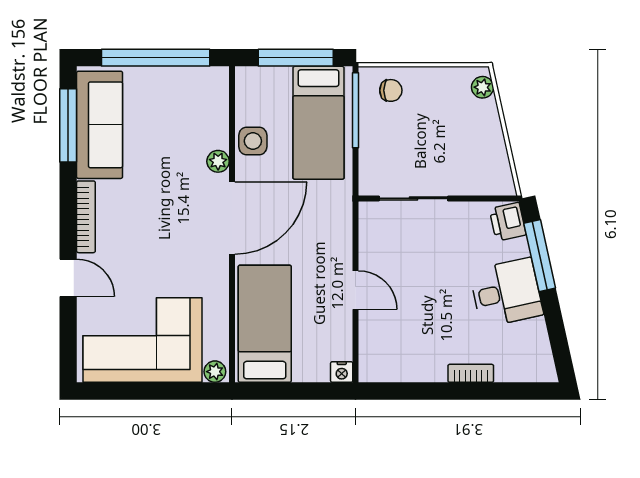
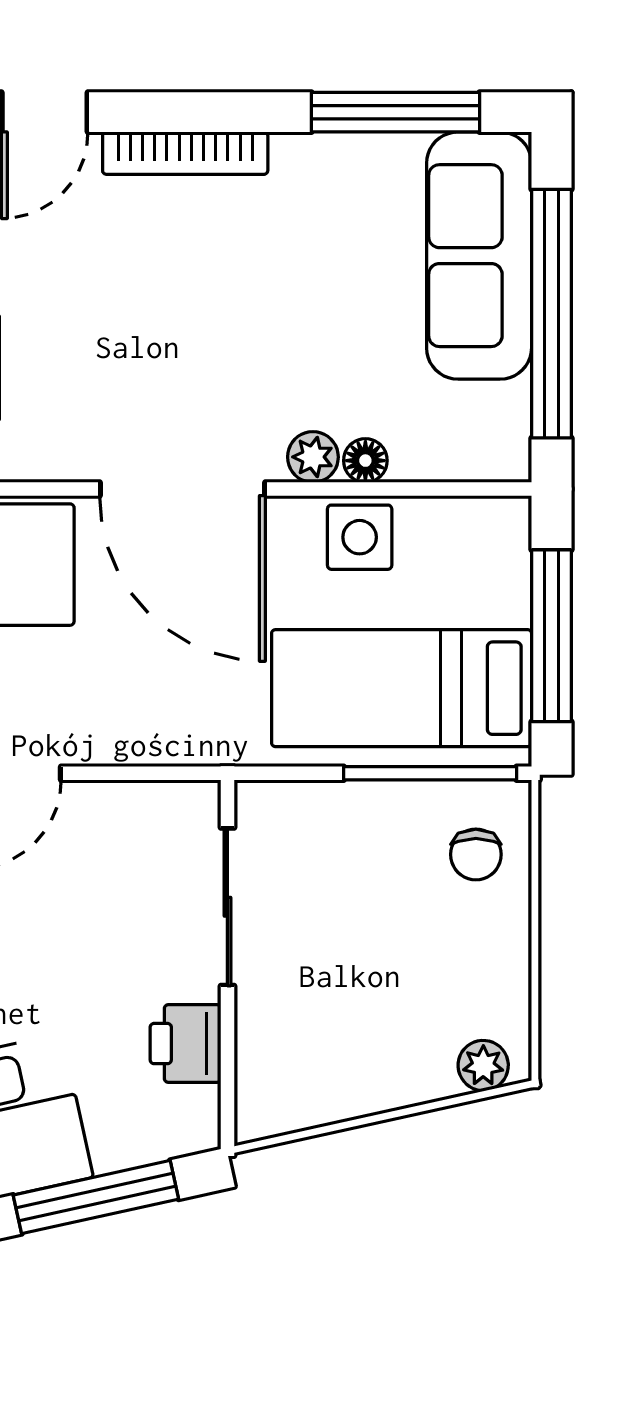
sofa: (100, 125) -> (479, 256), moved, turned 90
floor lamp: (220, 138) -> (365, 461), added
printer: (508, 222) -> (186, 1044), moved, turned -78

